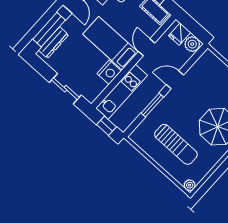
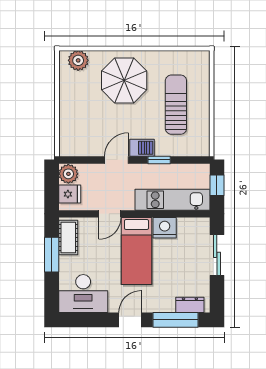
dresser: (54, 43) -> (190, 305), width x0.70
door: (175, 80) -> (116, 160), swing flipped
barbecue: (169, 101) -> (142, 148), added
window: (152, 105) -> (159, 160), width x0.67
plant: (190, 185) -> (203, 57), removed

